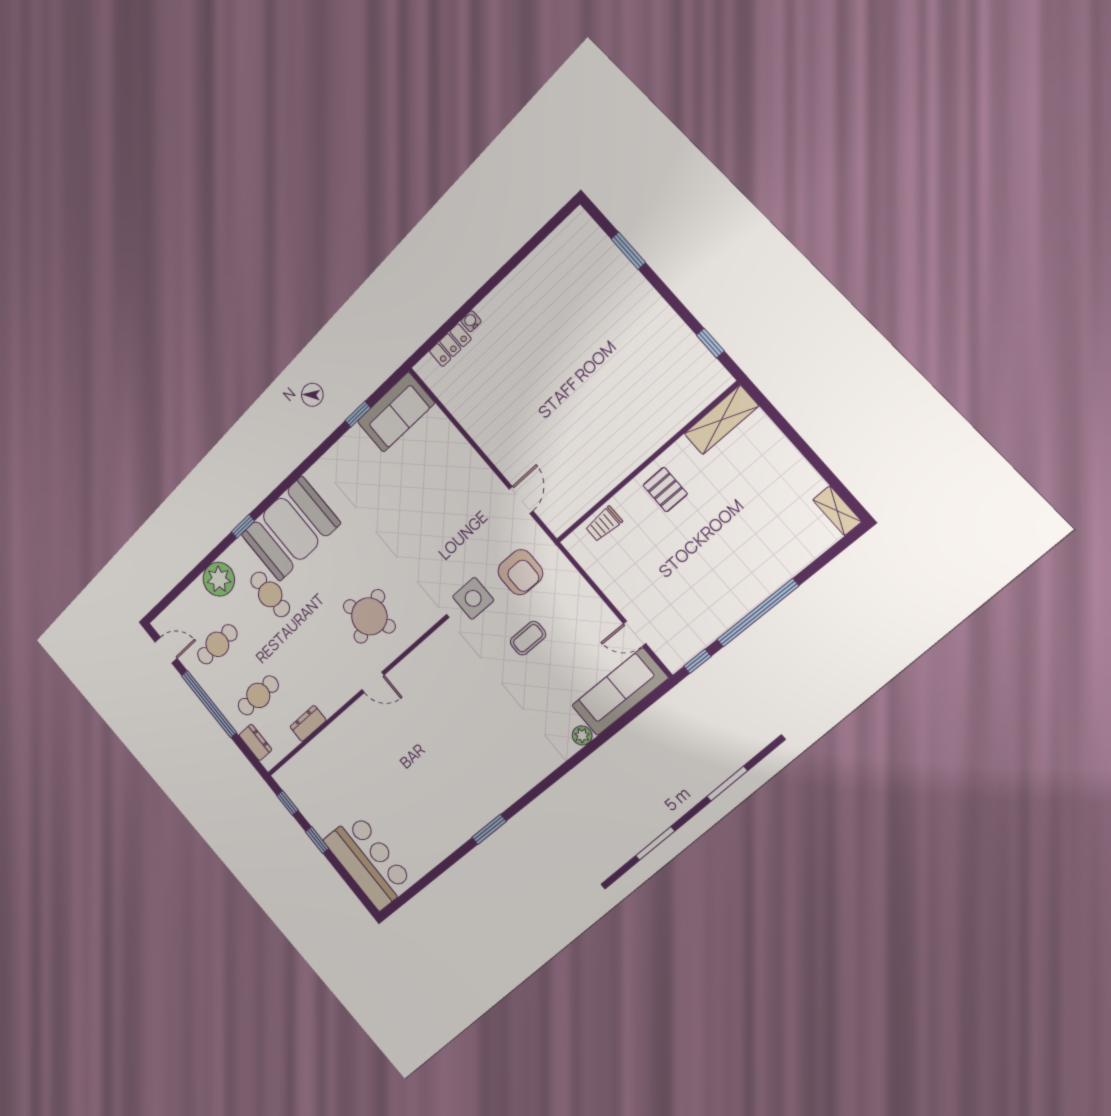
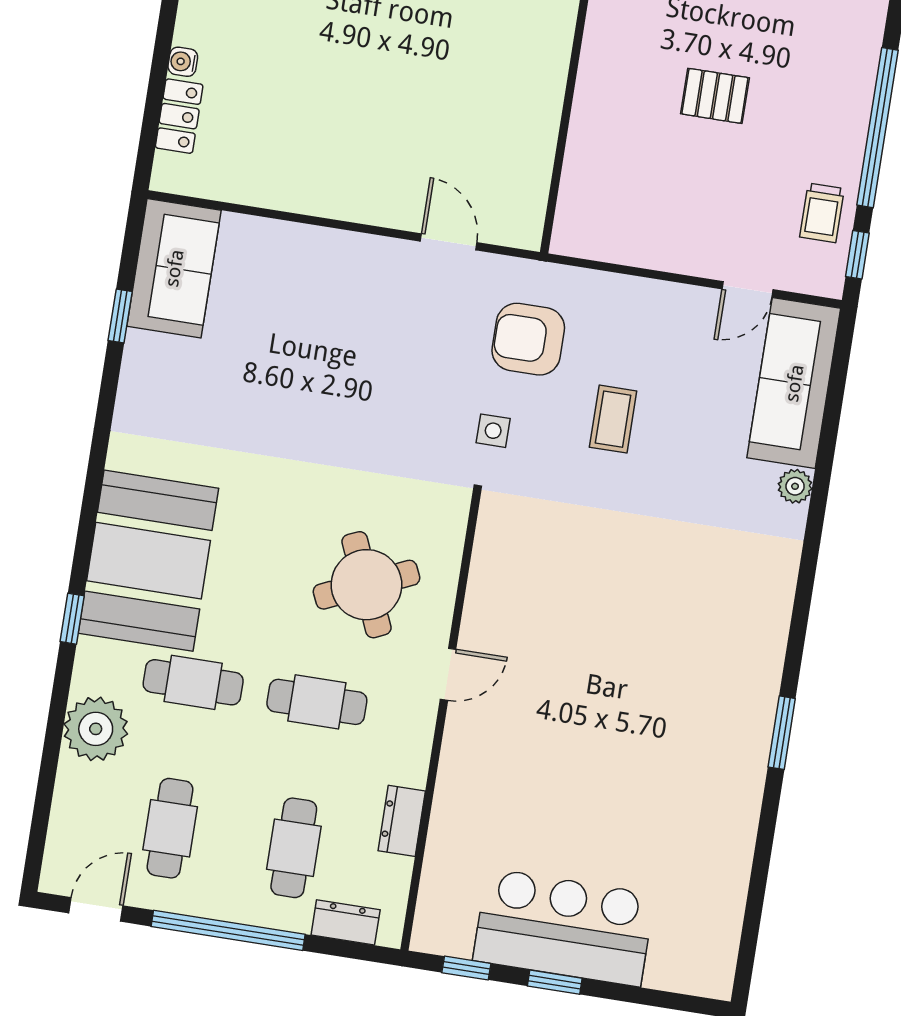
pallet: (665, 490) -> (715, 96), moved
trolley: (604, 524) -> (822, 213), moved
armchair: (520, 572) -> (528, 339), turned 180
side table: (473, 598) -> (493, 431), width x0.54, depth x0.54
cafe table: (312, 646) -> (317, 702), added
bar counter: (368, 861) -> (564, 927), moved

